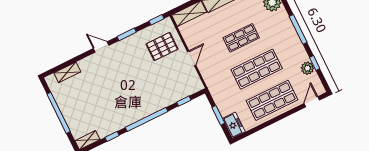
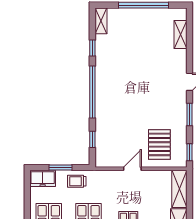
door: (192, 58) -> (132, 169), swing flipped
trolley: (223, 97) -> (77, 181), added

